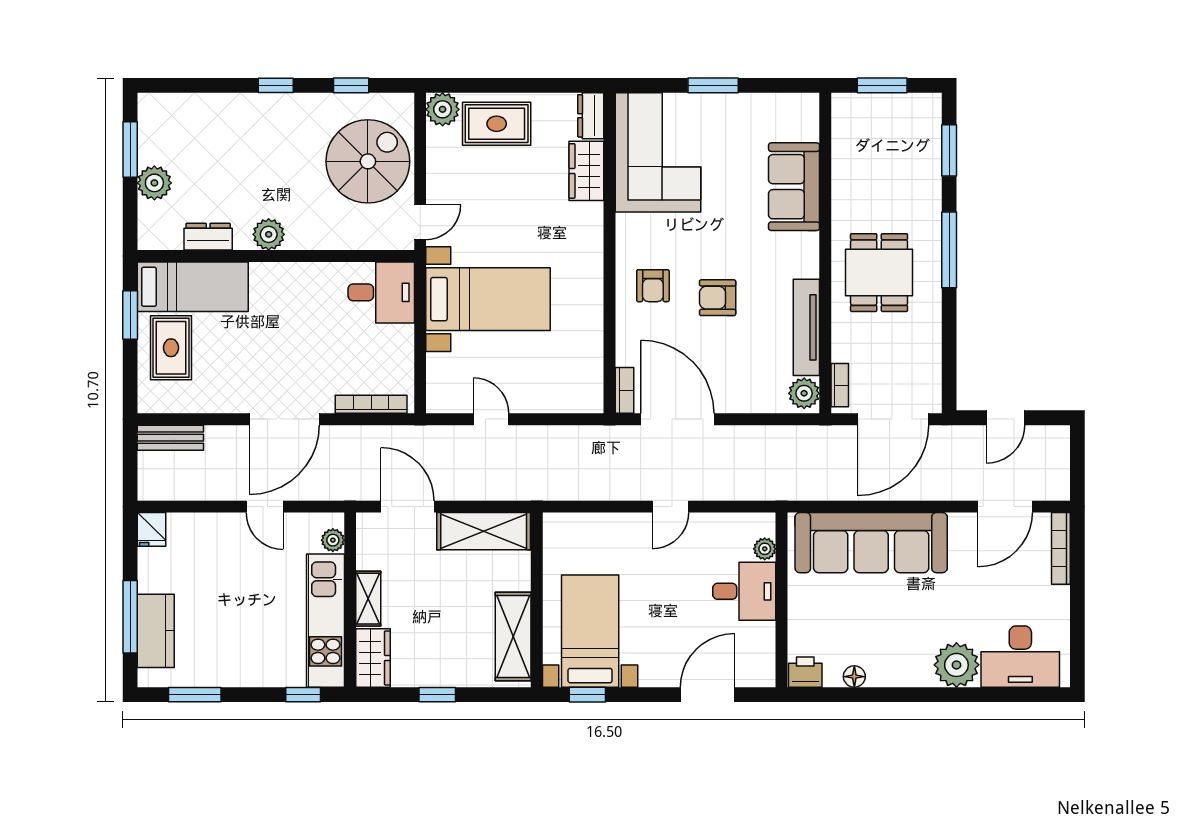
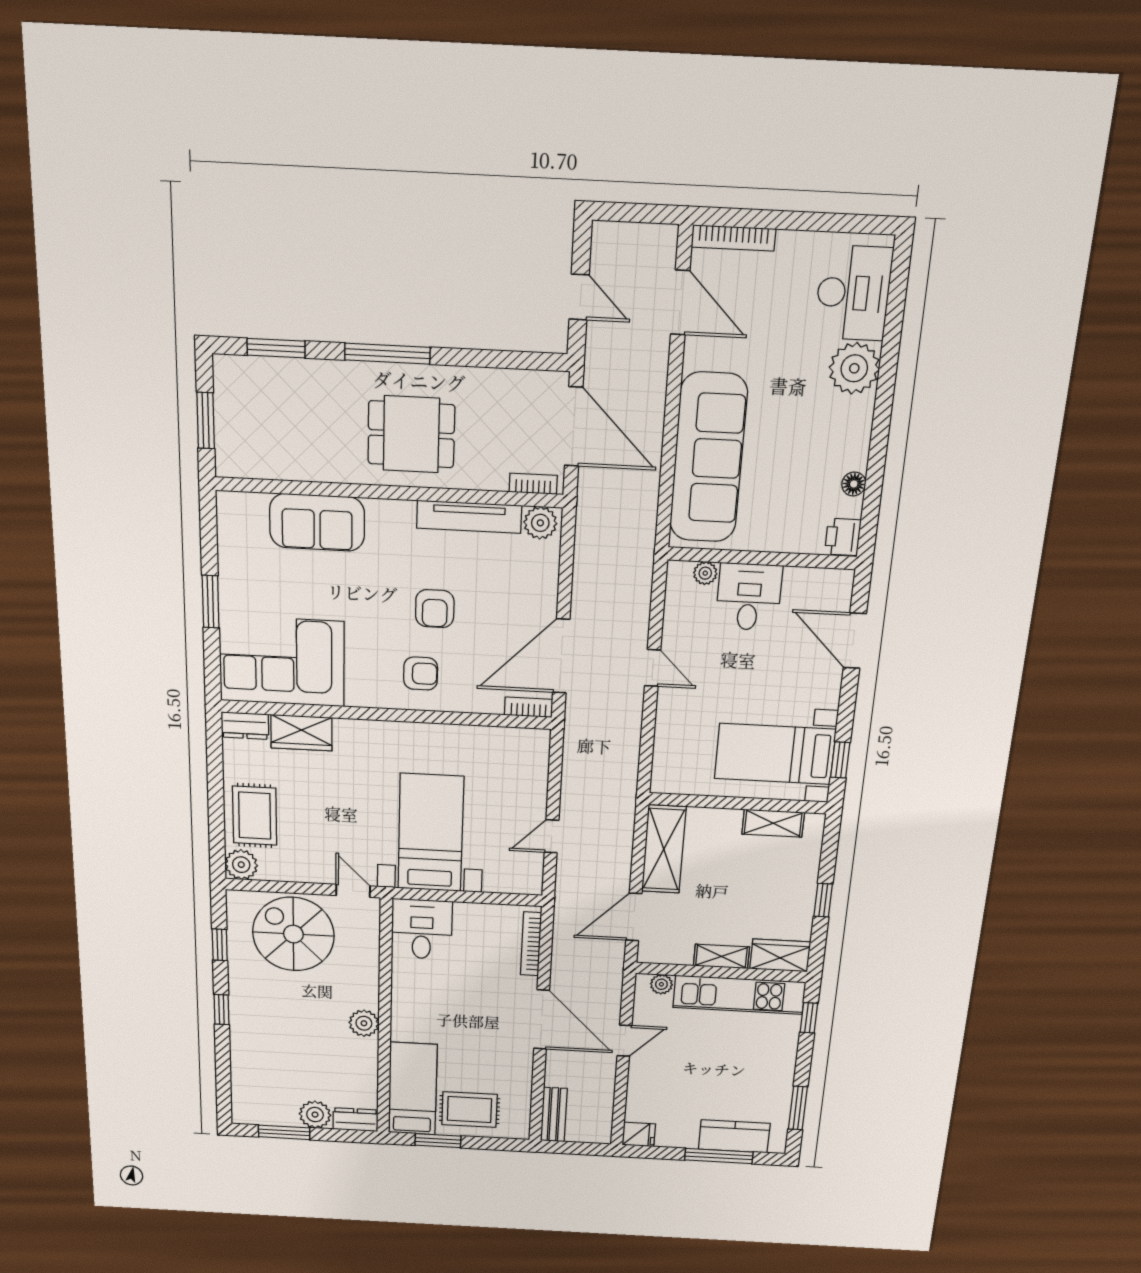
dresser: (208, 237) -> (355, 1120), moved, turned 90
shelving: (513, 636) -> (773, 823), width x0.67, depth x0.75

